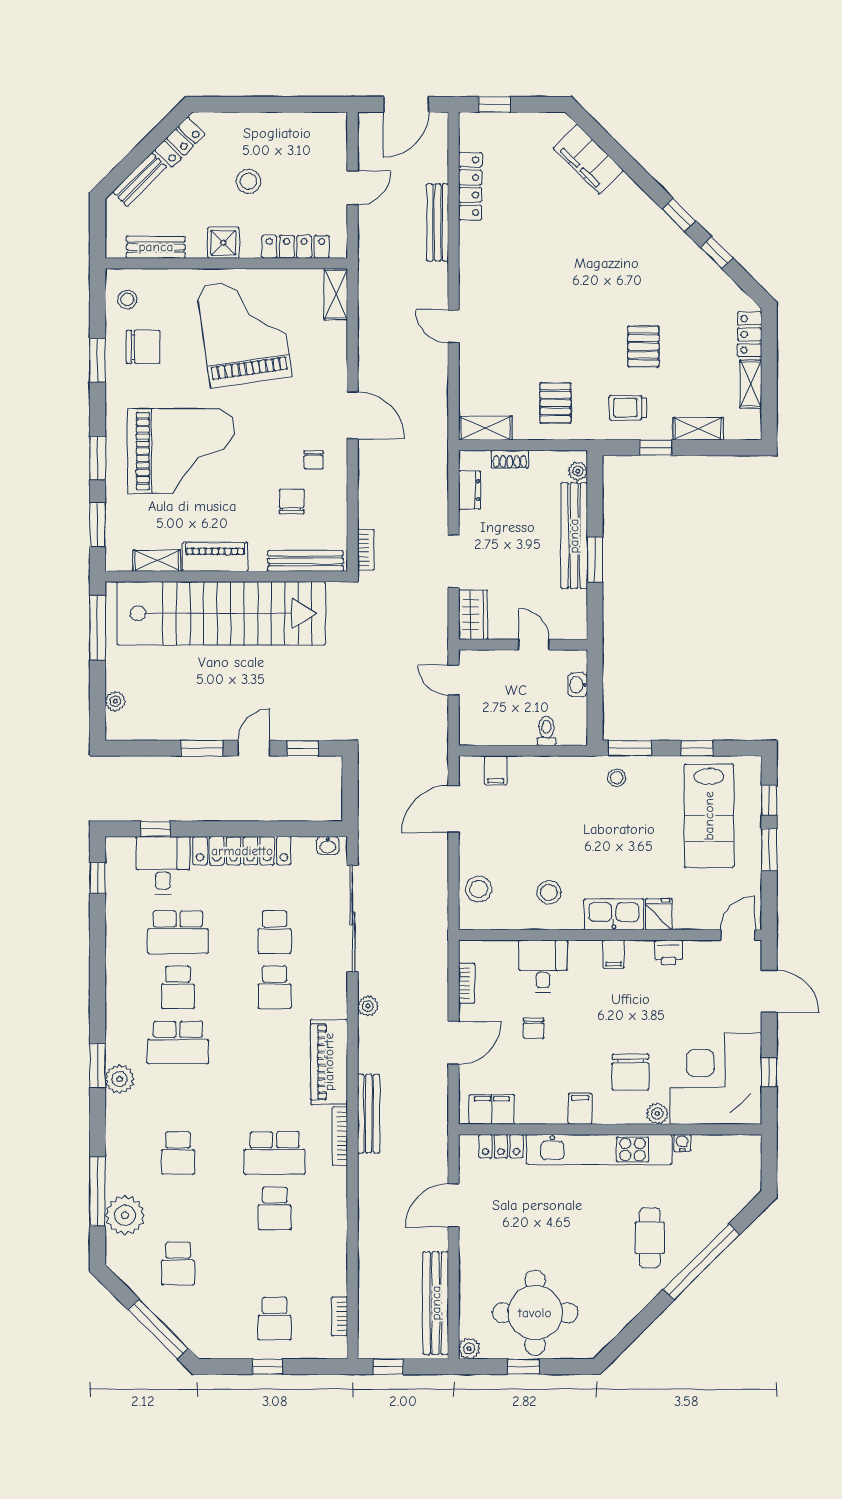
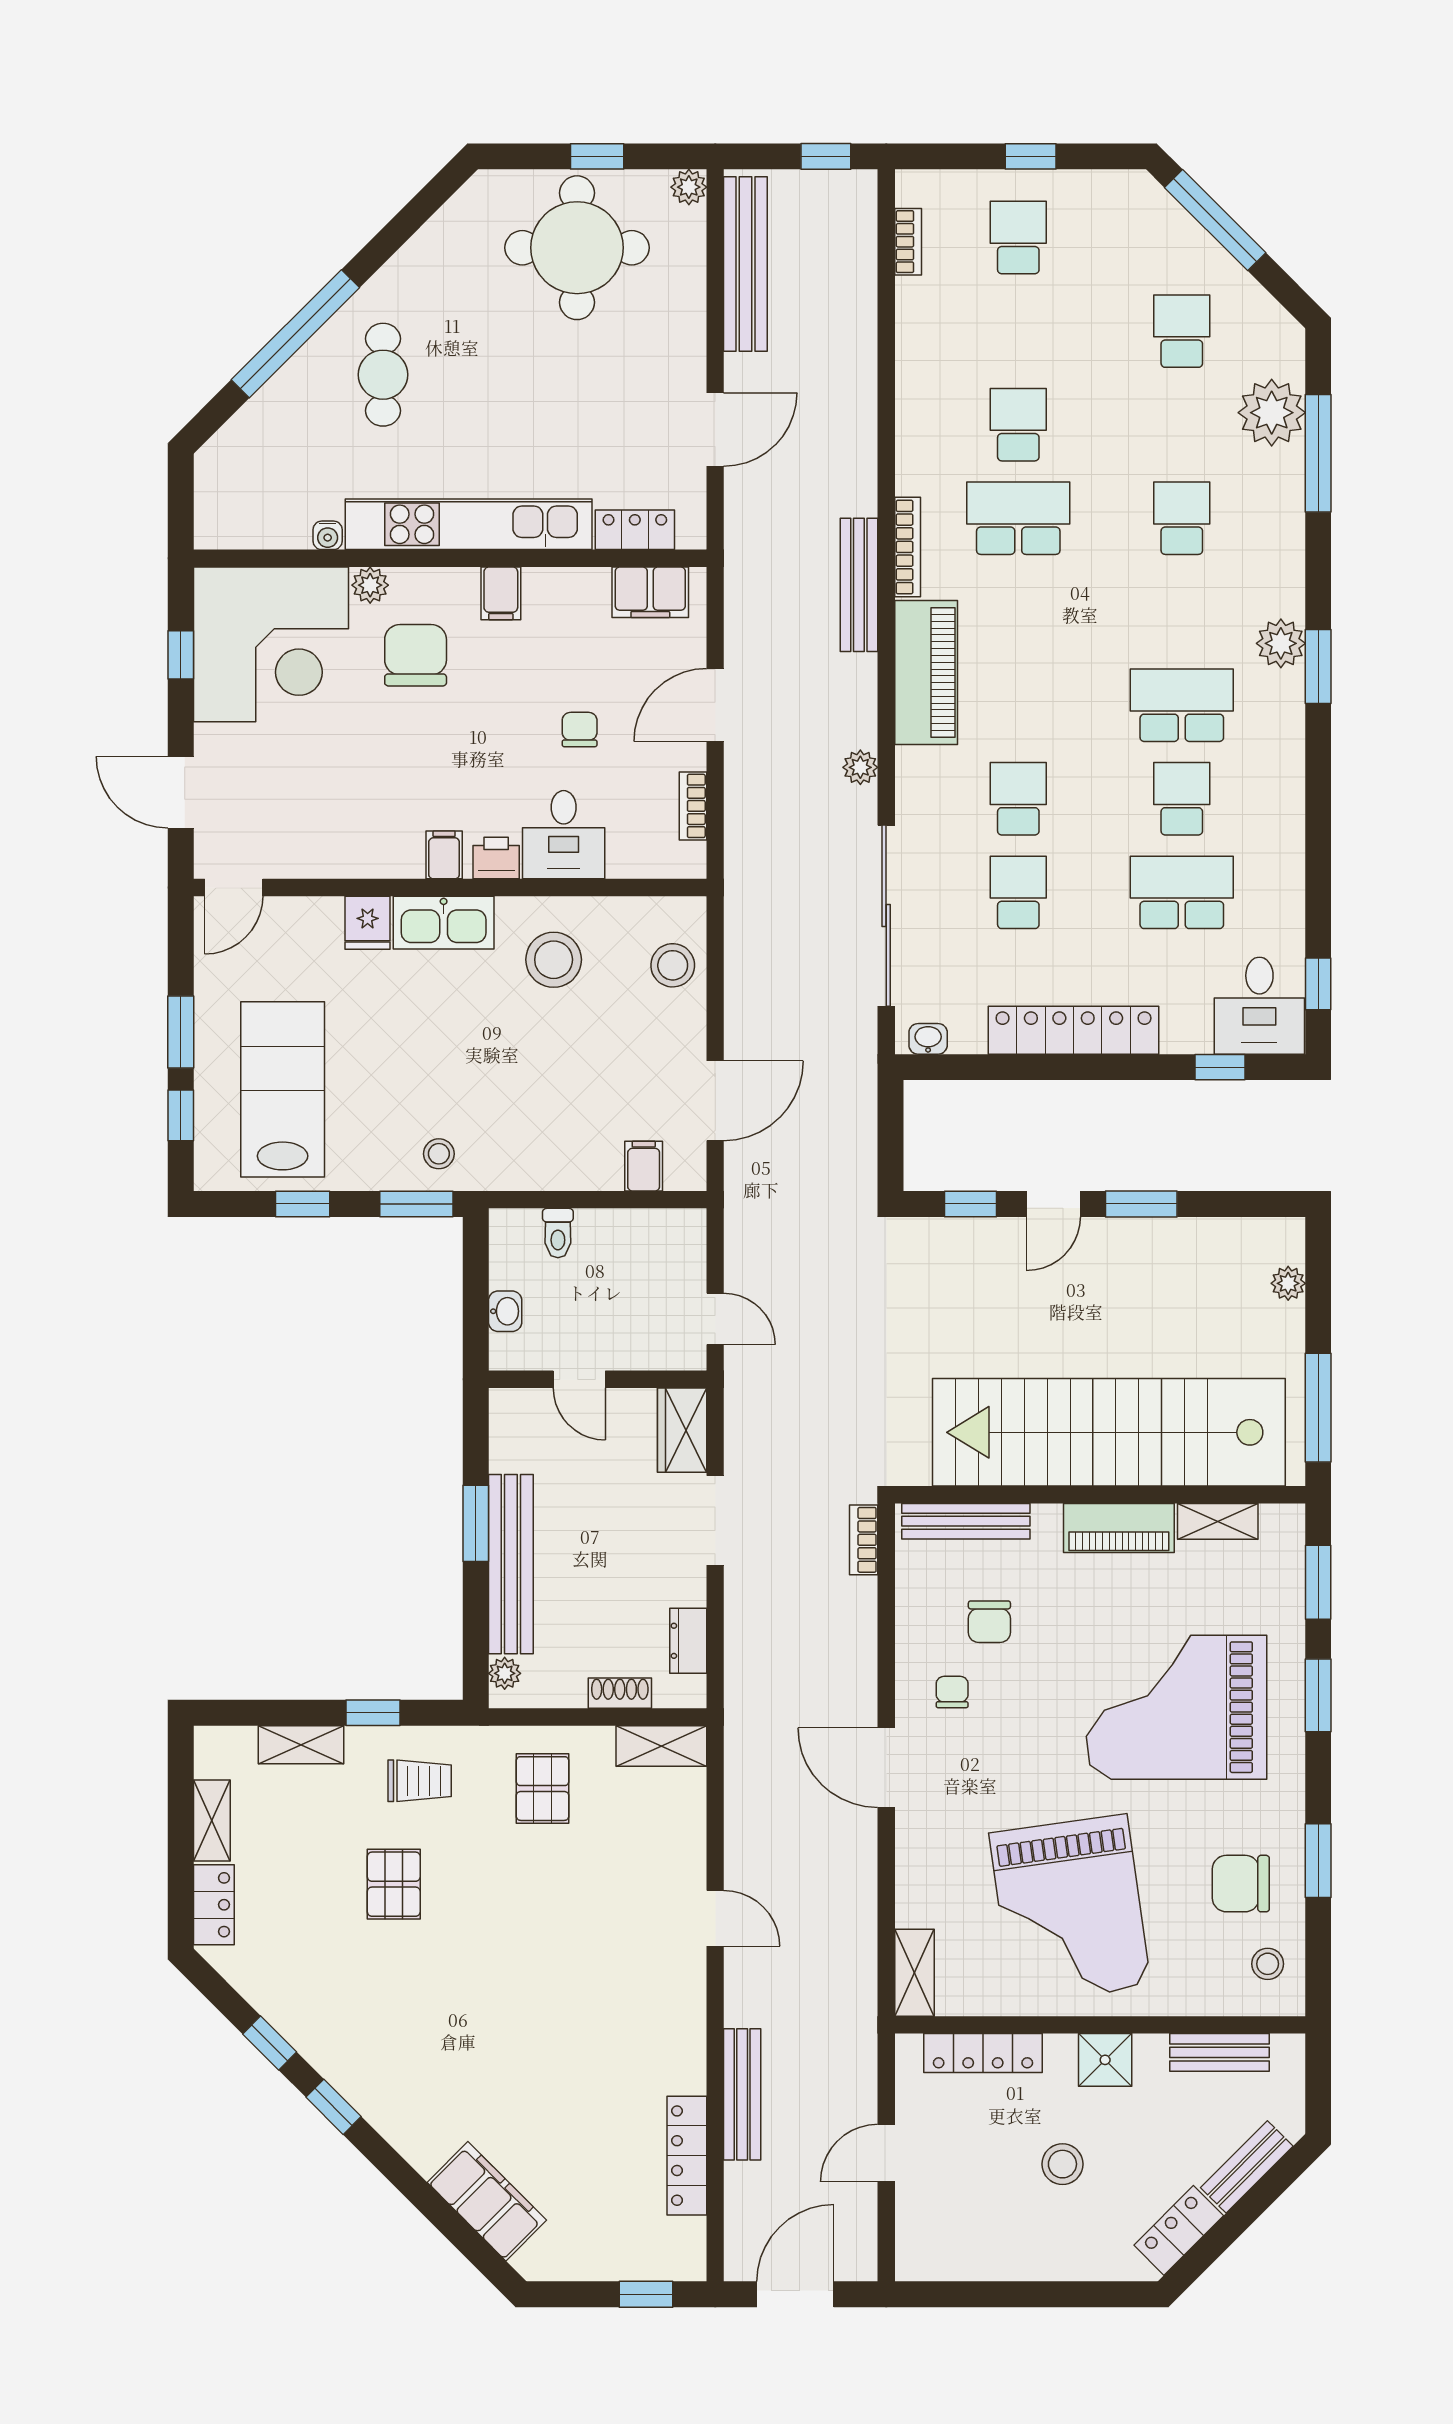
desk: (163, 865) -> (1259, 1006), moved
stool: (549, 892) -> (554, 960), width x1.38, depth x1.38
printer: (669, 952) -> (496, 858), moved

